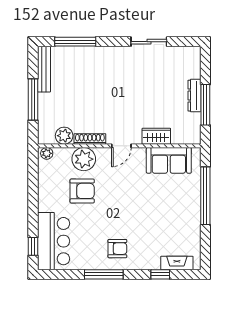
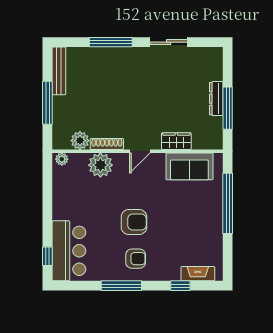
window: (75, 42) -> (111, 42), moved
armchair: (82, 191) -> (134, 222), moved

